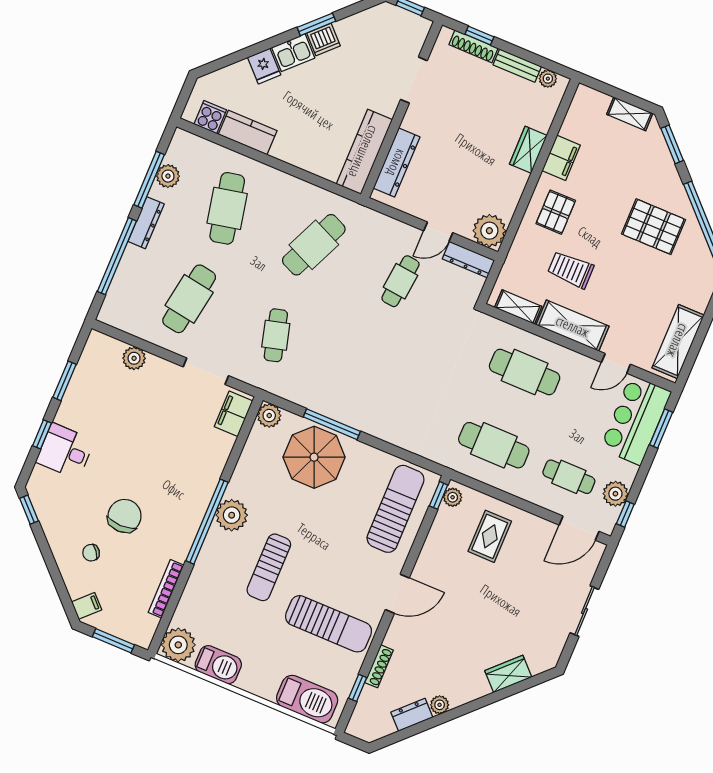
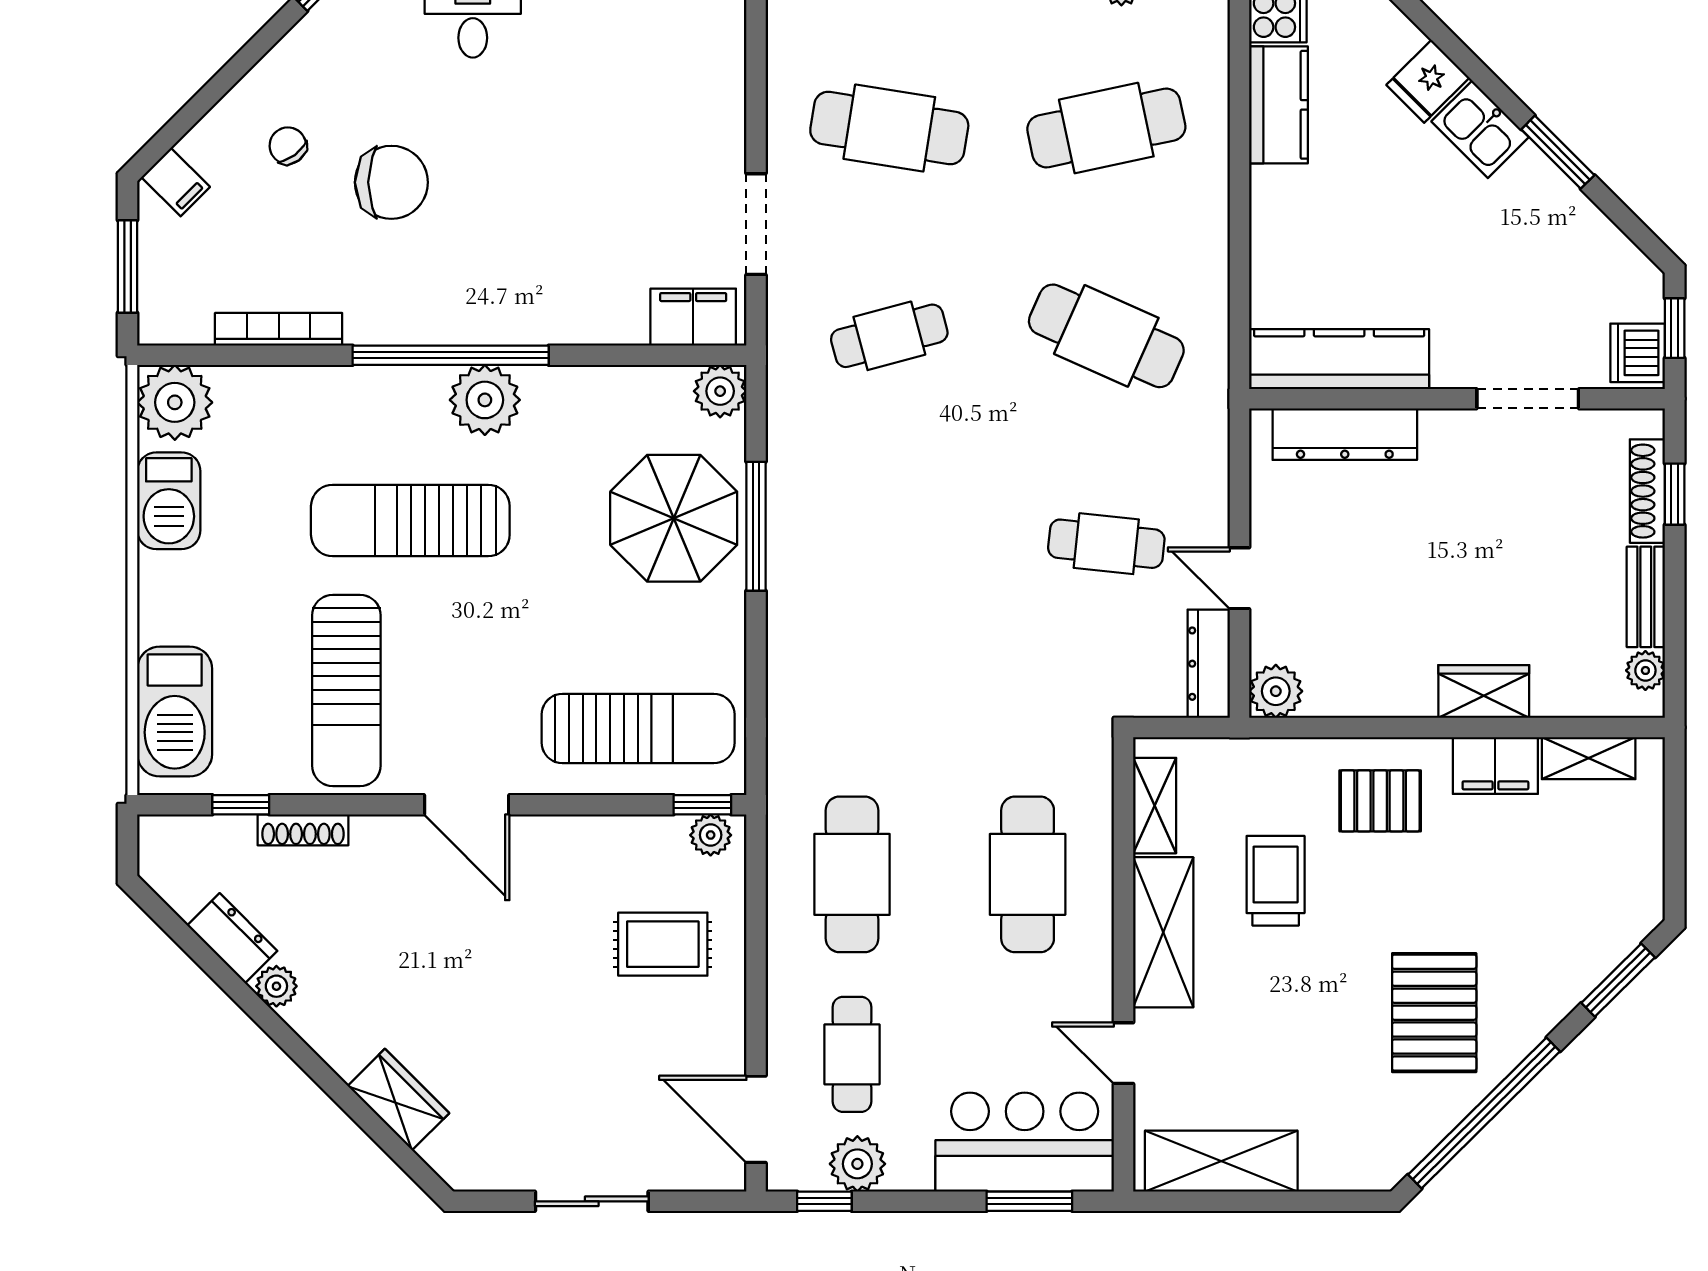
dishwasher: (324, 39) -> (1638, 353), moved, turned 45
shelving: (630, 114) -> (1589, 758), moved, turned 90
plant: (489, 231) -> (1276, 691), width x0.73, depth x0.73
plant: (134, 358) -> (721, 67), removed
sun lounger: (269, 567) -> (410, 520), width x1.36, depth x1.34

